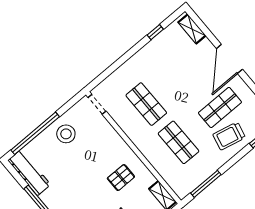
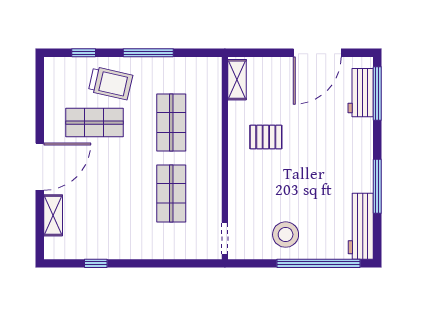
shelving: (192, 29) -> (53, 215), moved
window: (206, 184) -> (148, 53), moved

